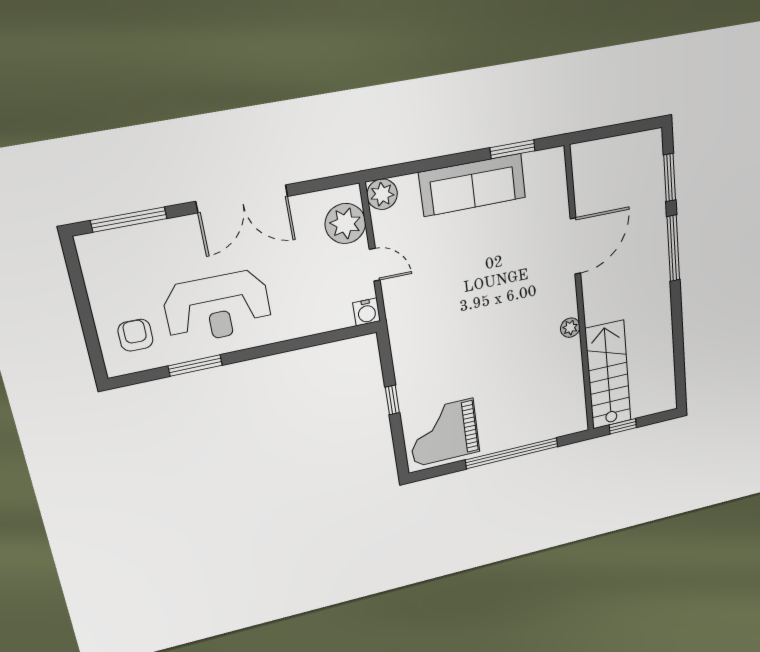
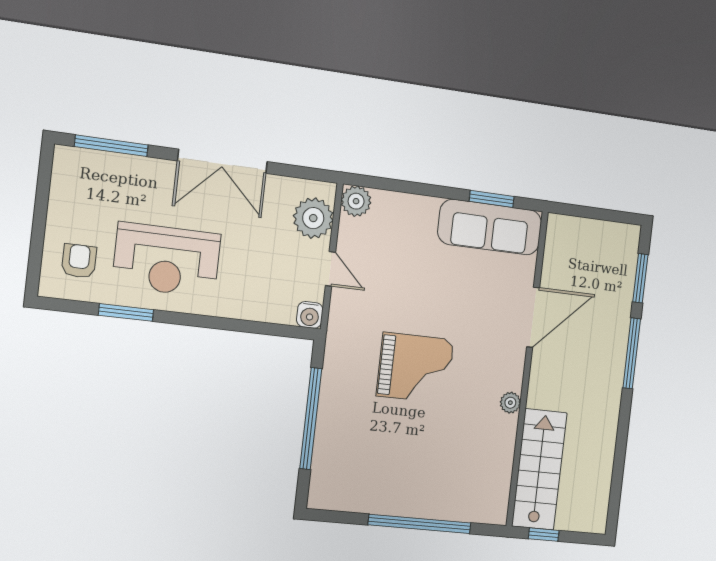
sofa: (473, 185) -> (490, 227), moved
window: (392, 400) -> (311, 419), width x3.17
grand piano: (444, 432) -> (415, 368), moved, turned 180

